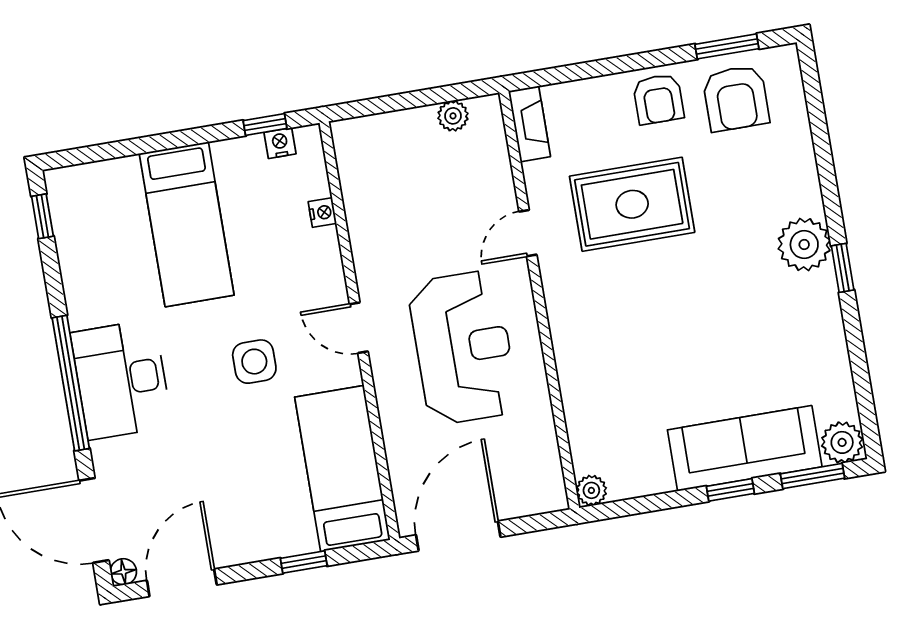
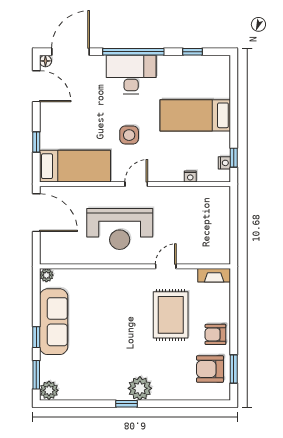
plant: (453, 116) -> (223, 242), removed
window: (42, 216) -> (193, 52), moved
door: (528, 233) -> (166, 266), hinge flipped
sofa: (745, 448) -> (54, 322), moved

